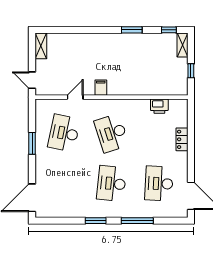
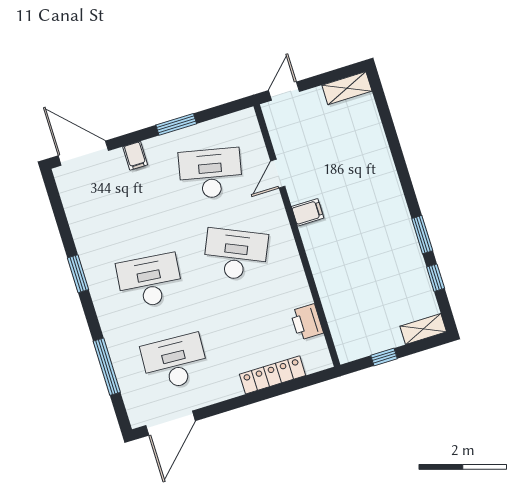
window: (169, 30) -> (436, 278), moved
door: (75, 97) -> (278, 174), swing flipped
desk: (111, 133) -> (236, 254), turned 42
locker: (182, 139) -> (273, 375), width x1.53
filing cabinet: (42, 170) -> (135, 156), added
window: (137, 221) -> (107, 367), moved

